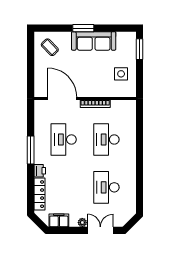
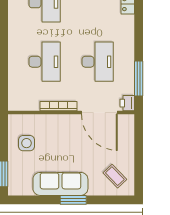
window: (31, 150) -> (139, 78), moved
printer: (40, 171) -> (127, 103), moved

